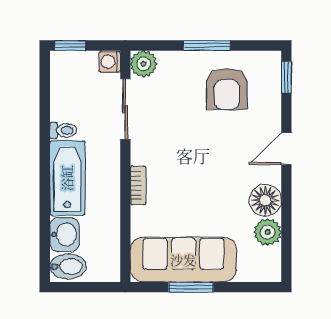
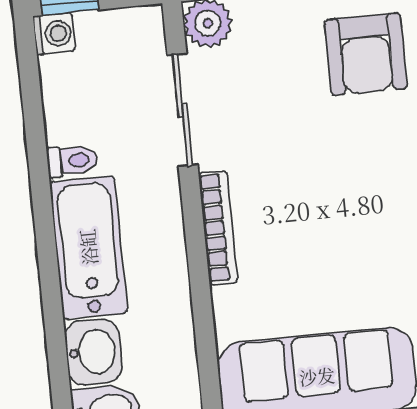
washing machine: (110, 62) -> (54, 34), moved, turned 180
bookcase: (138, 185) -> (218, 228), width x1.56

